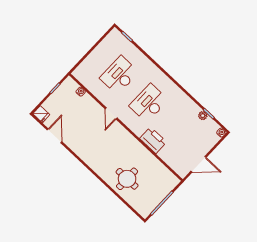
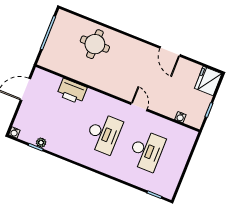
fridge: (41, 114) -> (208, 81), width x1.88, depth x1.34
door: (54, 136) -> (170, 51), moved
printer: (153, 140) -> (72, 91), moved

